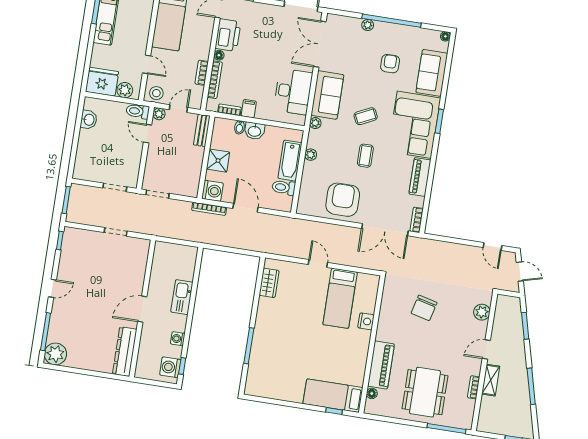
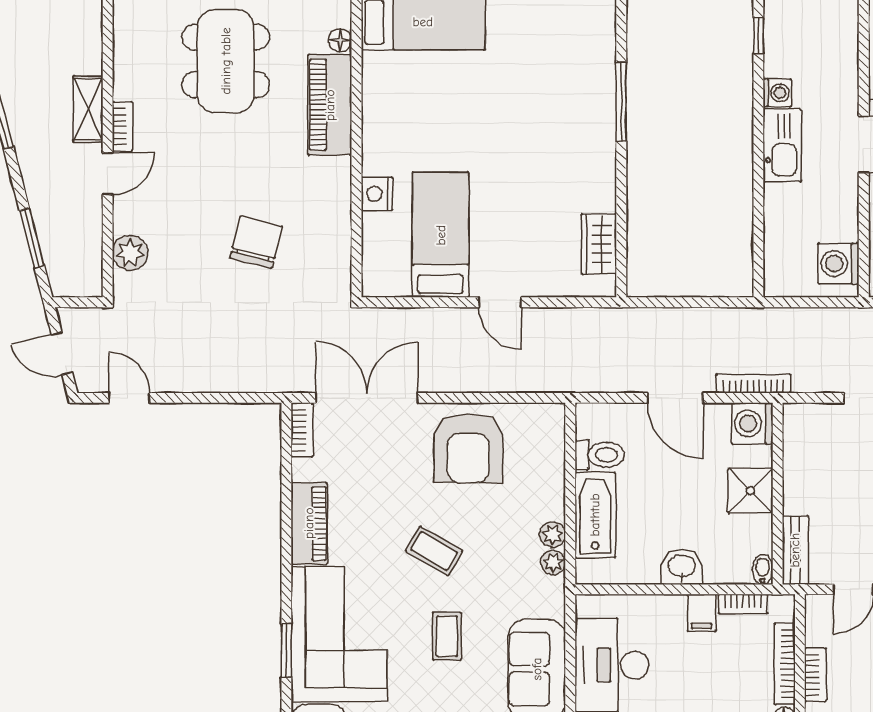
coffee table: (366, 116) -> (447, 636), turned -64
plant: (315, 123) -> (553, 562), moved
bidet: (240, 127) -> (763, 570), moved
coffee table: (365, 156) -> (434, 551), turned -60
kitchen sink: (182, 297) -> (782, 145), moved
washing machine: (170, 367) -> (838, 264), moved, turned 180
bookcase: (474, 387) -> (122, 127), moved

